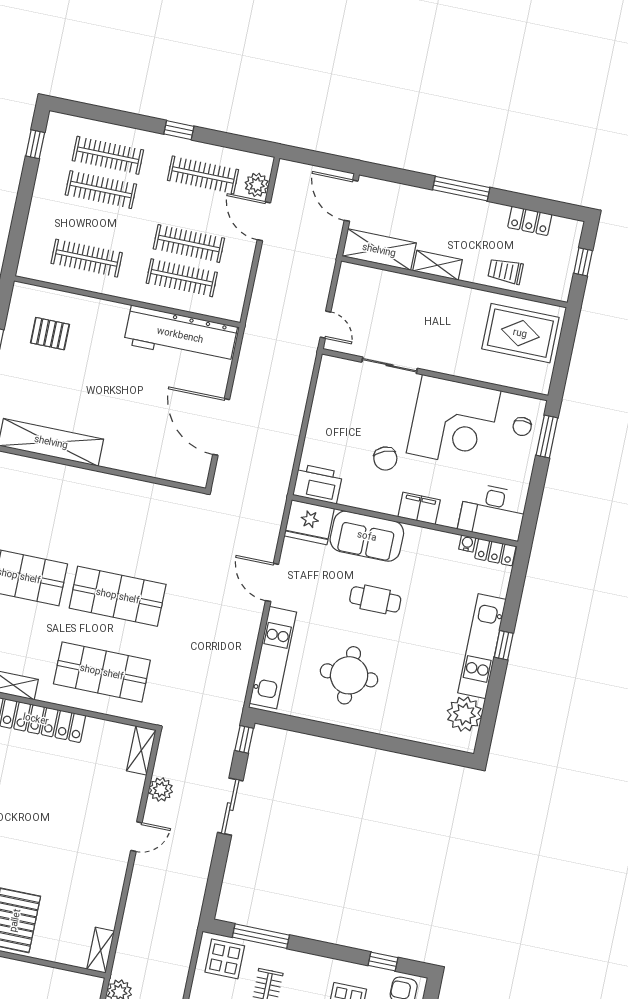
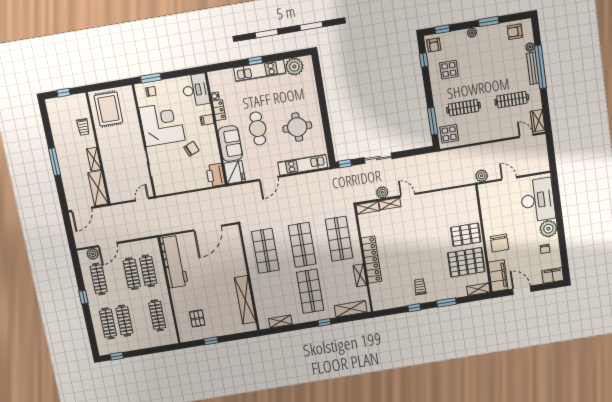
locker: (530, 221) -> (55, 125), removed
filing cabinet: (419, 508) -> (207, 120), width x0.50
shop shelf: (133, 520) -> (265, 251), added
locker: (495, 552) -> (219, 110), moved
cafe table: (375, 599) -> (258, 129), width x1.37, depth x1.35
shelving: (101, 950) -> (390, 204), moved

